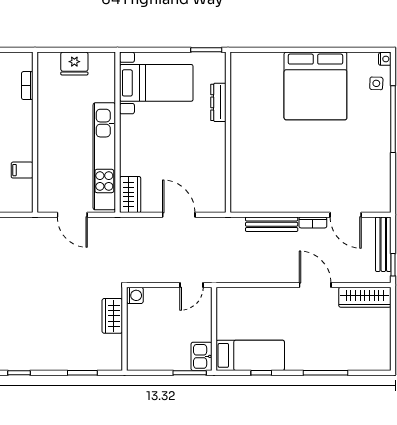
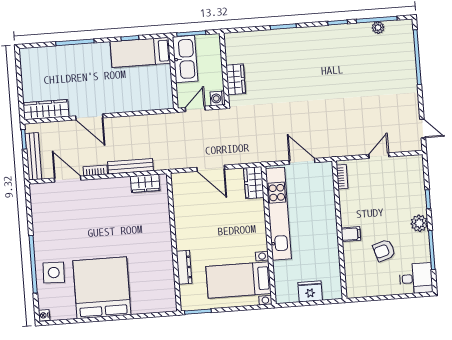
side table: (376, 83) -> (54, 273), moved, width x1.87, depth x1.87
bookcase: (27, 86) -> (342, 177), moved
filing cabinet: (22, 170) -> (351, 234), moved
wardrobe: (256, 203) -> (145, 183), added
washing machine: (135, 295) -> (218, 98), moved
wardrobe: (112, 316) -> (236, 79), moved
wall: (125, 329) -> (224, 69), moved
kitchen sink: (202, 356) -> (185, 59), width x1.87, depth x1.24

